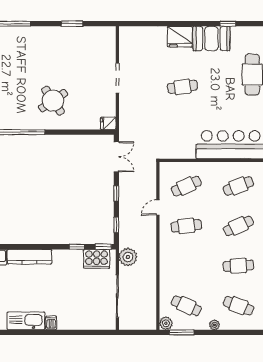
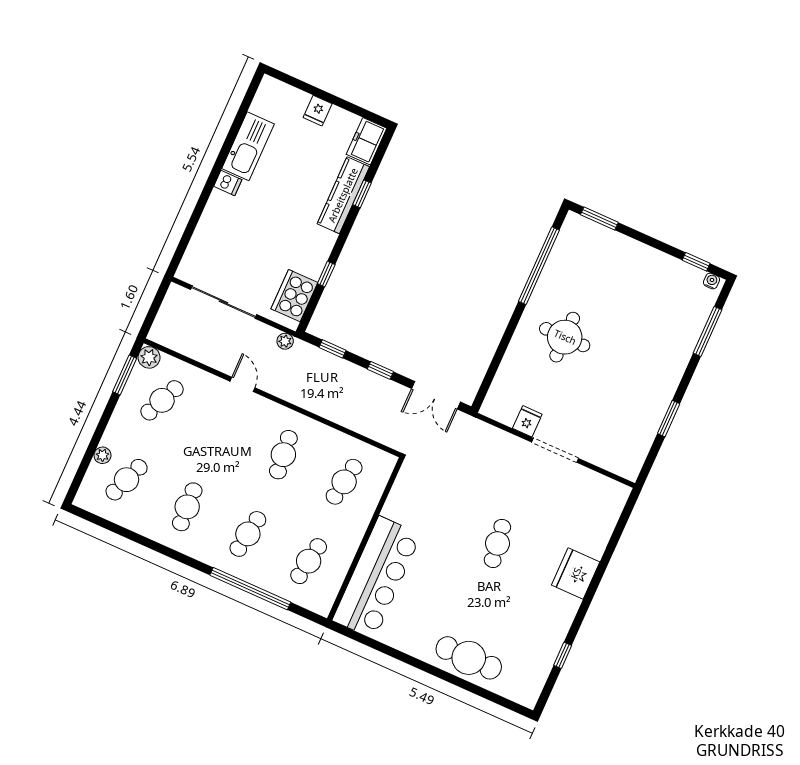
booth: (211, 39) -> (551, 620), removed
round table: (53, 101) -> (565, 337), turned 34
fridge: (108, 123) -> (527, 421), moved
cafe table: (186, 186) -> (344, 482), turned 33
cafe table: (238, 186) -> (309, 561), turned 30
door: (158, 207) -> (242, 384), moved
cafe table: (238, 226) -> (248, 534), turned 33
window: (103, 247) -> (362, 194), moved
plant: (128, 257) -> (285, 341), width x0.53, depth x0.53
plant: (215, 325) -> (103, 455), moved

